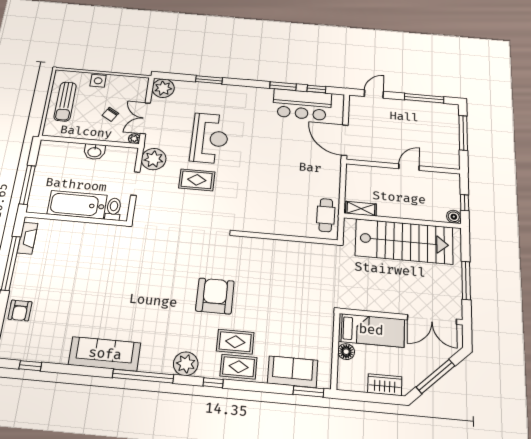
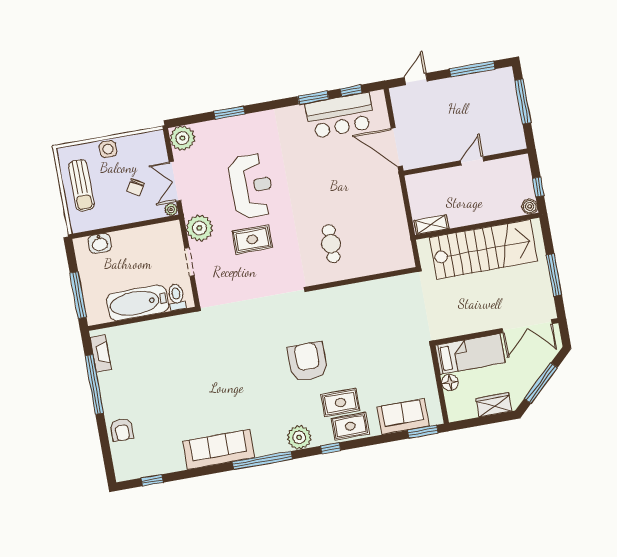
washbasin: (94, 152) -> (100, 243), moved
cafe table: (326, 215) -> (331, 244), moved

